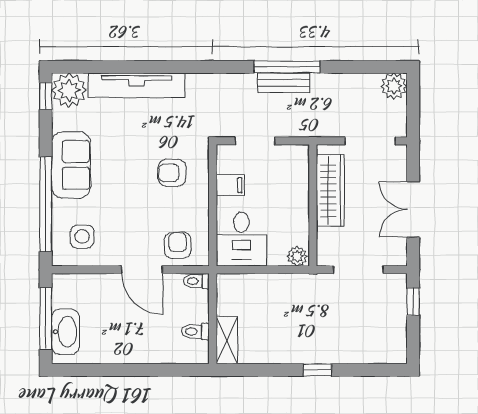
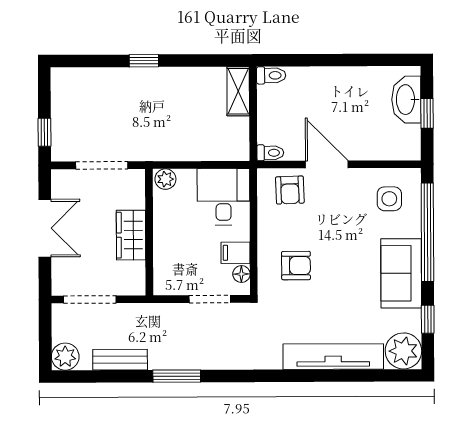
window: (287, 67) -> (177, 376), width x0.69
bench: (284, 83) -> (120, 360), moved
window: (46, 96) -> (428, 319), moved
floor lamp: (224, 165) -> (241, 274), added
wardrobe: (330, 191) -> (131, 235), width x0.67
window: (46, 318) -> (427, 113), width x0.46
toilet: (195, 332) -> (271, 75), moved

